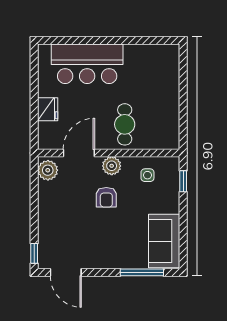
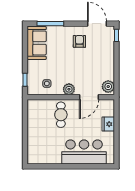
armchair: (106, 197) -> (79, 41), moved

